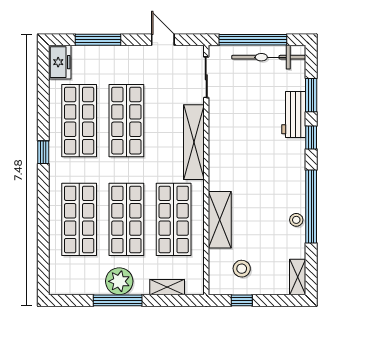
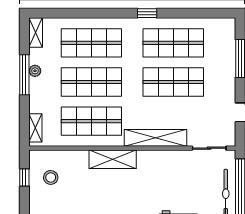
freezer: (60, 62) -> (222, 27), removed
shelving: (220, 220) -> (113, 159), moved
plant: (119, 281) -> (35, 71), width x0.53, depth x0.53
shelving: (67, 287) -> (36, 33), added
shelving: (167, 287) -> (35, 128), moved

